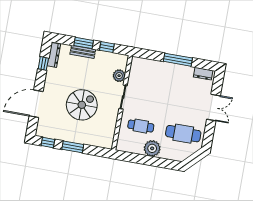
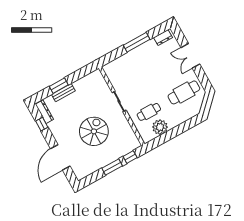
window: (107, 47) -> (78, 75), removed
plant: (119, 76) -> (104, 88), removed
double door: (213, 108) -> (190, 56), swing flipped
window: (48, 142) -> (130, 157), moved
plant: (152, 148) -> (160, 127), moved

